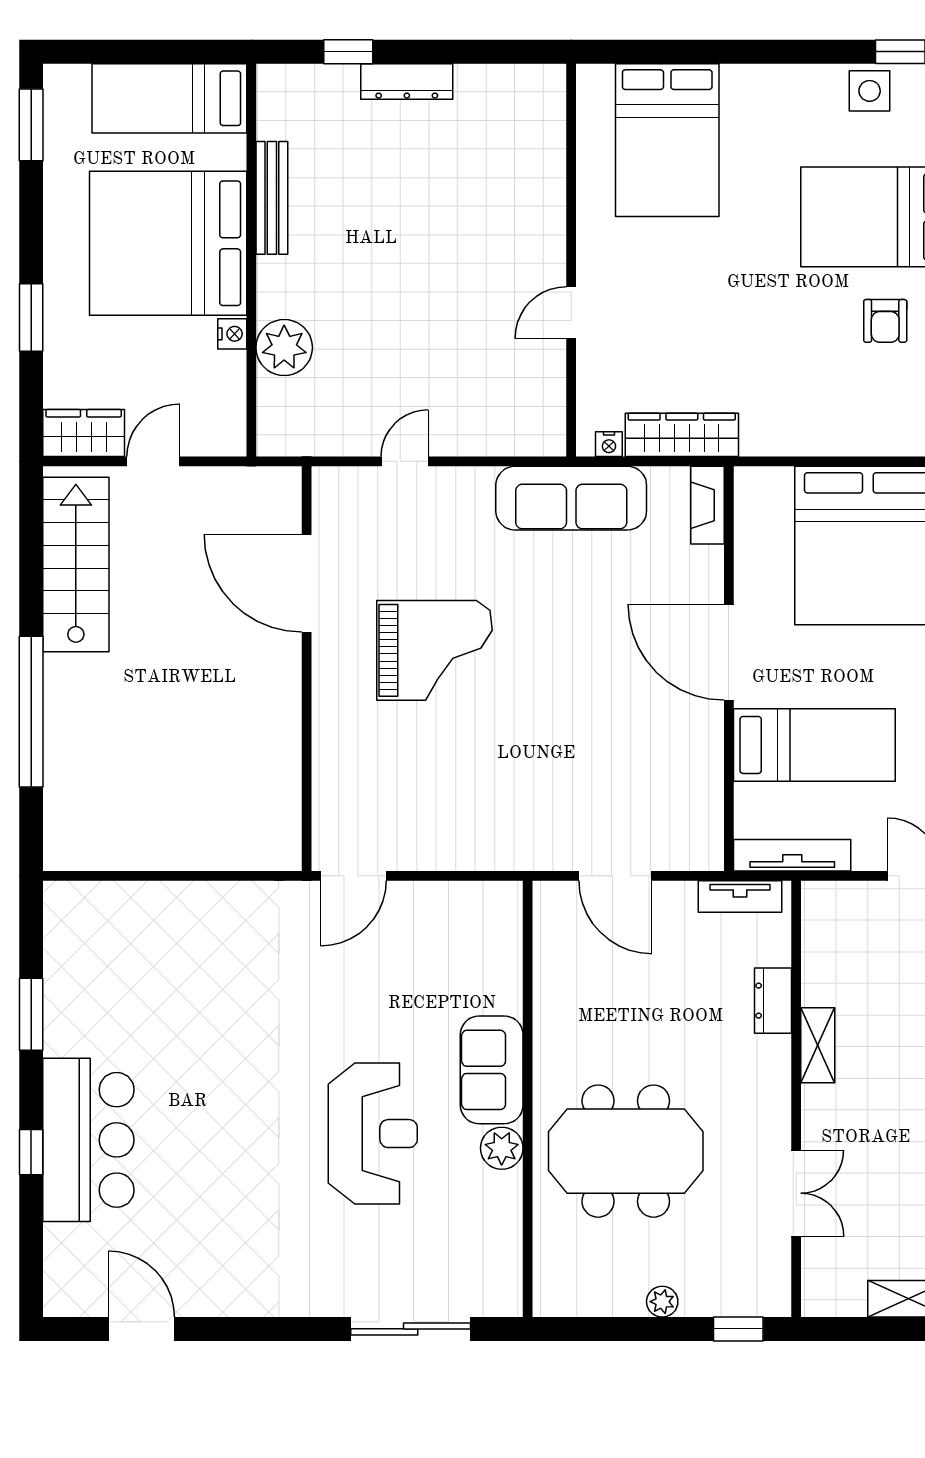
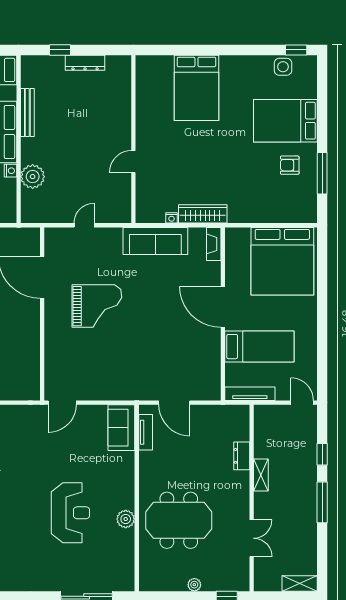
wall: (571, 260) -> (133, 139), moved
door: (571, 313) -> (133, 162), moved
armchair: (885, 321) -> (290, 165), turned 90
tv unit: (740, 896) -> (146, 432), moved, turned -90
sofa: (492, 1070) -> (121, 428), moved

